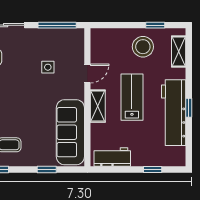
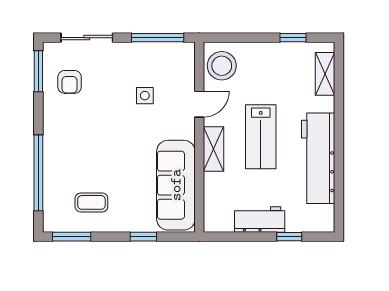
stool: (143, 47) -> (222, 66), moved
lab bench: (132, 97) -> (261, 137), turned 180
window: (189, 108) -> (339, 152), removed
workbench: (112, 157) -> (260, 219), moved

